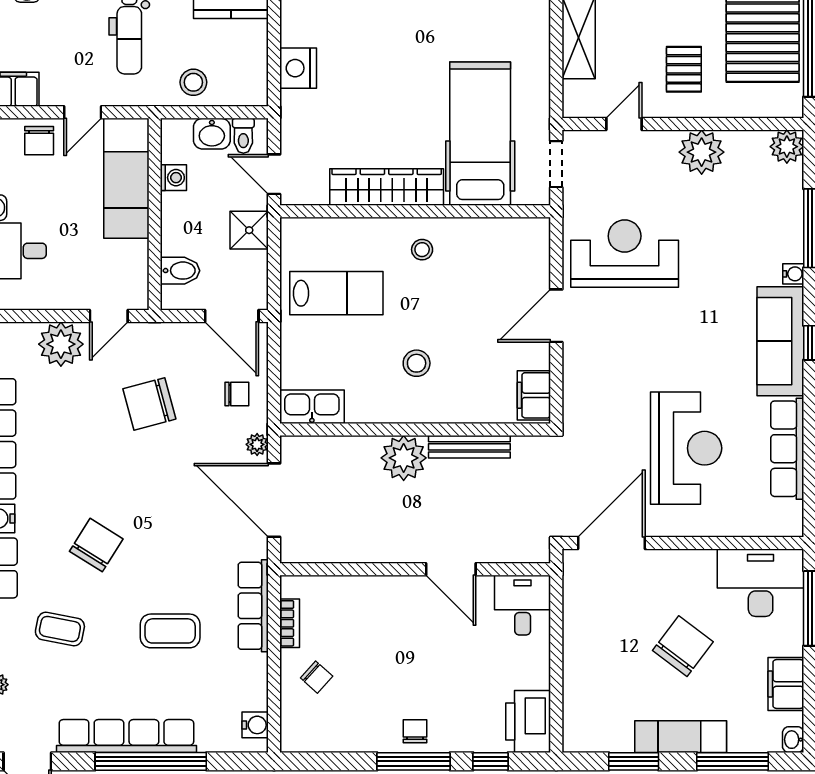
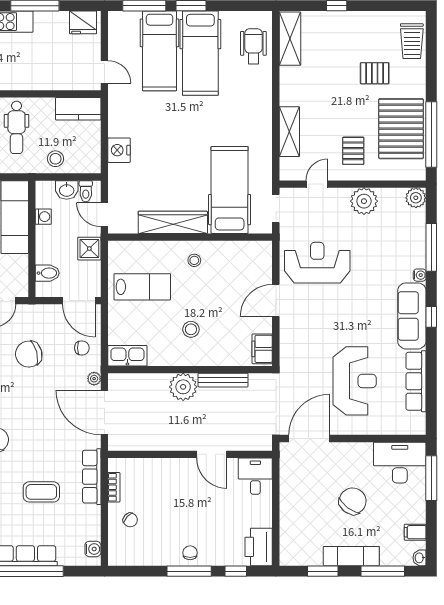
filing cabinet: (786, 684) -> (415, 532), width x0.50

